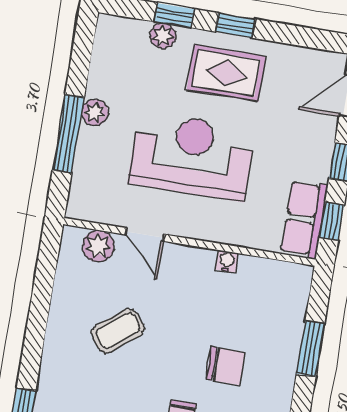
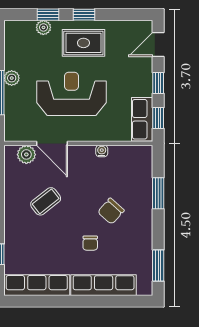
door: (145, 235) -> (52, 143), width x1.38
chair: (226, 366) -> (111, 211), turned 132

